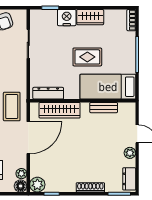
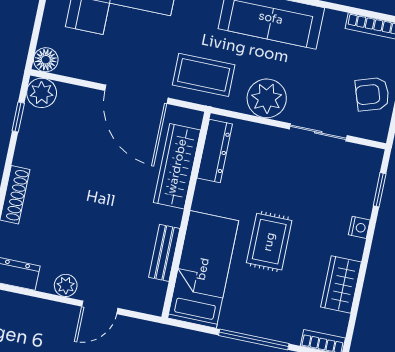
wardrobe: (90, 17) -> (341, 285), moved
nightstand: (67, 18) -> (359, 227), width x0.53, depth x0.56
plant: (21, 174) -> (267, 98), moved, width x1.87, depth x1.87

